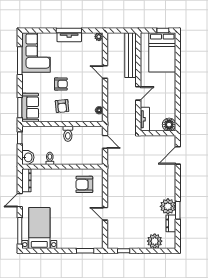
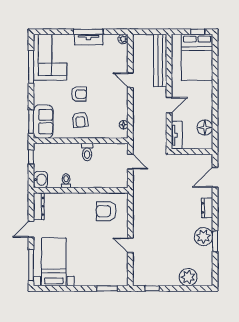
floor lamp: (169, 125) -> (205, 127), moved
dresser: (171, 223) -> (207, 208), moved

